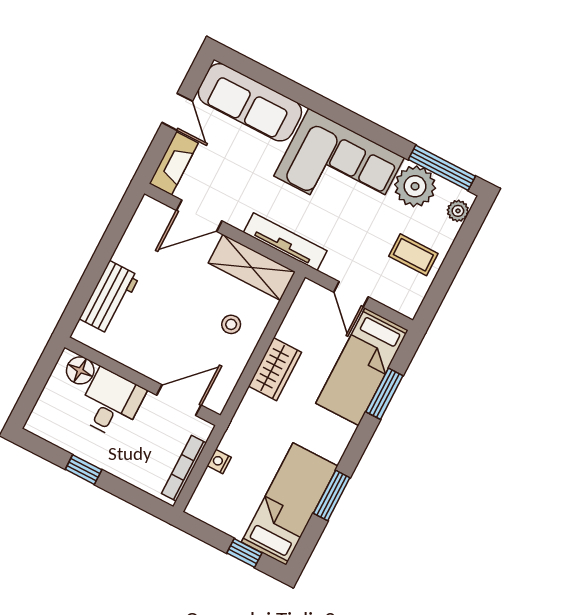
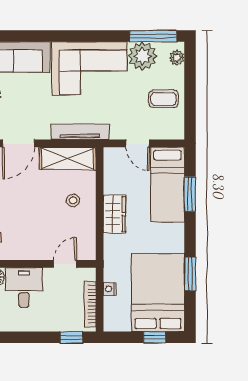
door: (179, 400) -> (65, 264), width x0.73
window: (84, 470) -> (72, 337), moved
bed: (290, 504) -> (158, 293), width x1.50

